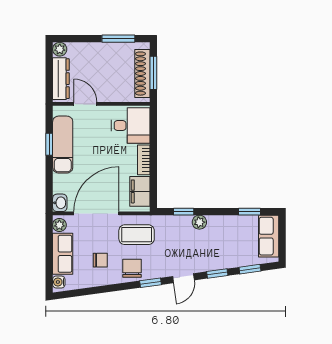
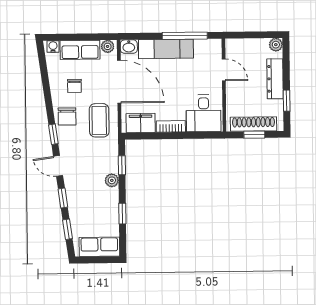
window: (118, 39) -> (287, 101), width x0.67
window: (153, 73) -> (254, 135), width x0.67
dresser: (61, 79) -> (275, 79), moved, turned 90
door: (85, 104) -> (224, 70), hinge flipped
window: (49, 144) -> (185, 36), width x2.17
exam couch: (63, 145) -> (166, 49), moved
window: (250, 212) -> (122, 214), moved
chair: (132, 268) -> (67, 116), turned 90

